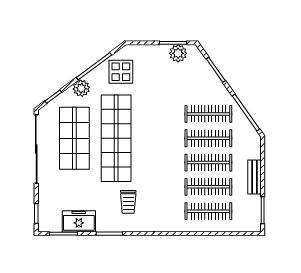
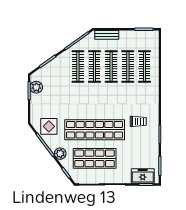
bench: (255, 177) -> (107, 35), moved
freezer: (79, 221) -> (143, 176), moved, turned 90

